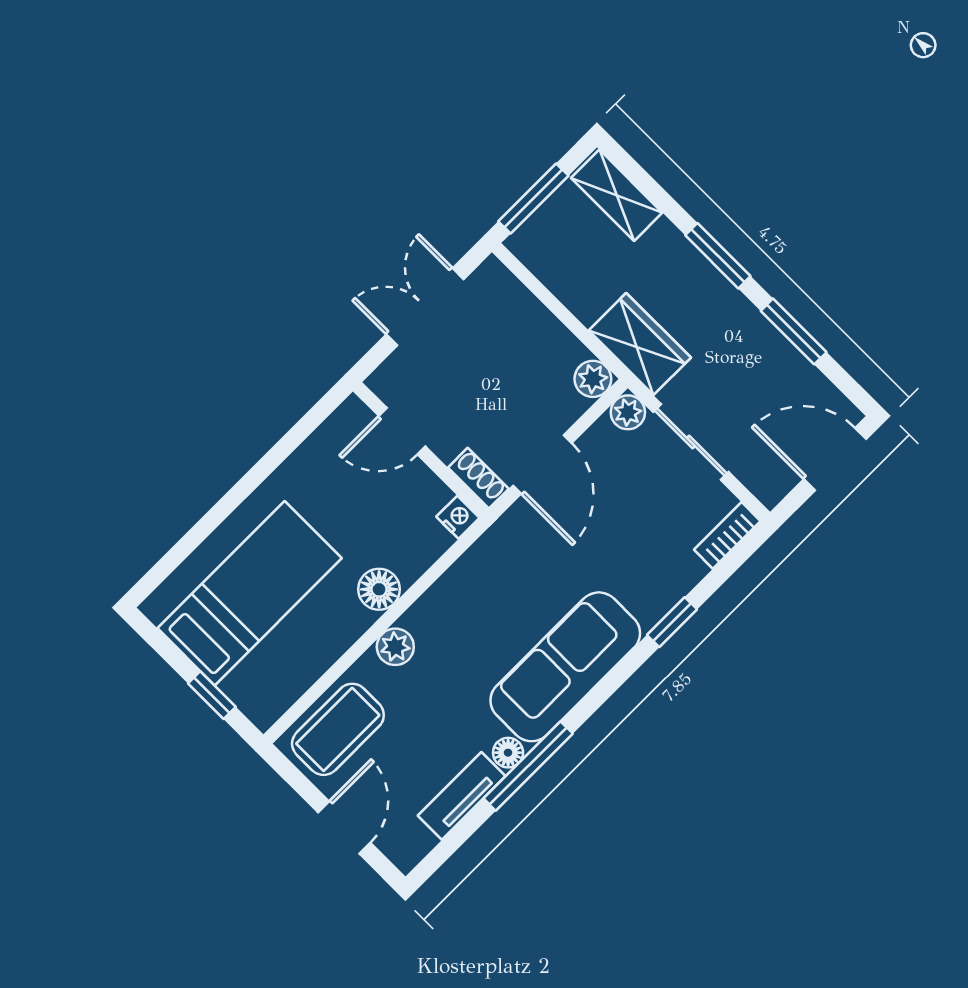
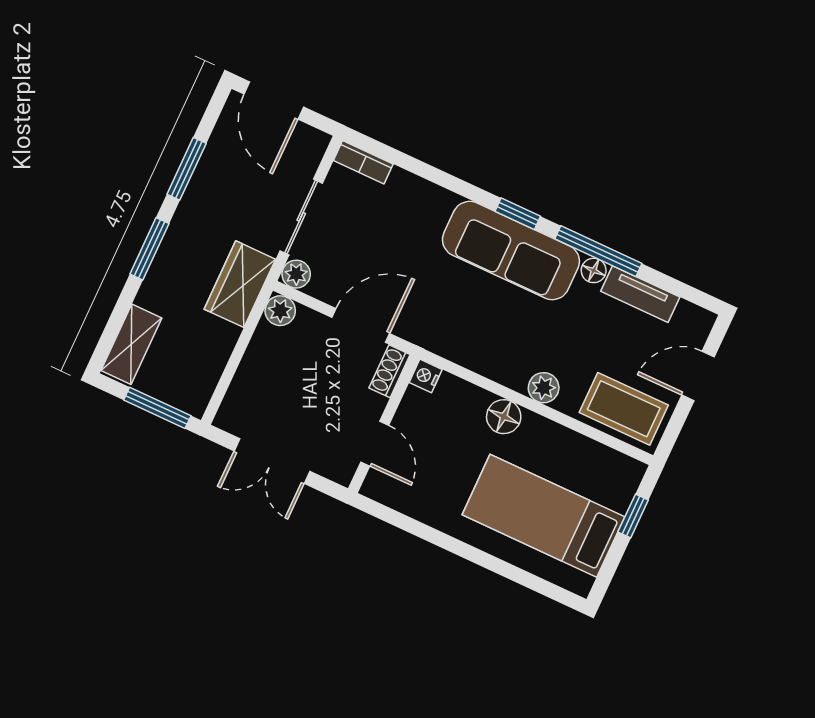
window: (672, 622) -> (518, 214), moved

